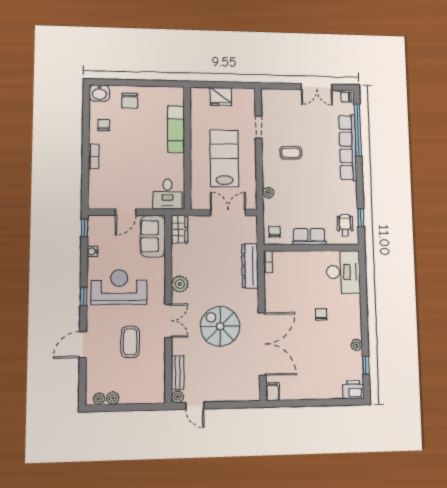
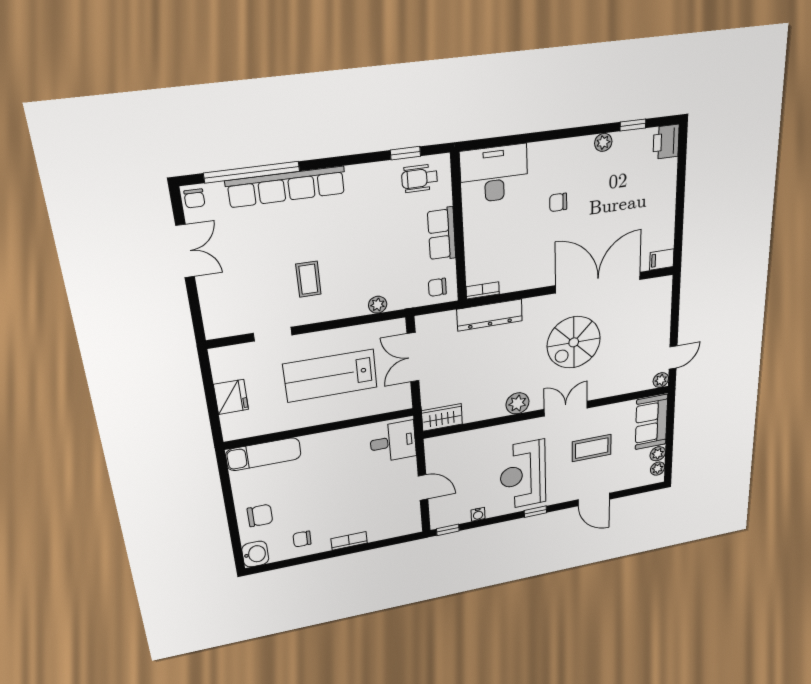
exam couch: (176, 129) -> (263, 454), moved
sofa: (153, 236) -> (651, 422), moved, turned 90
bench: (178, 372) -> (631, 385), removed

